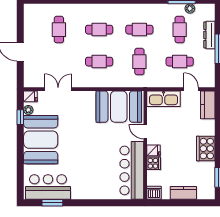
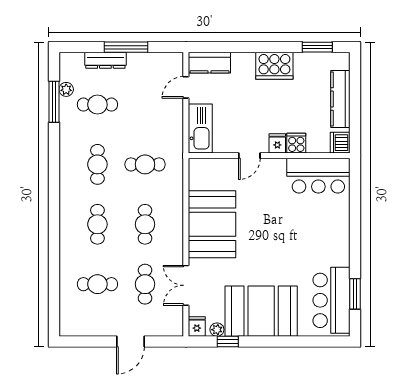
cafe table: (180, 62) -> (145, 284), moved
booth: (119, 107) -> (212, 224), moved
bar counter: (132, 170) -> (318, 176), width x0.73
kitchen counter: (183, 193) -> (340, 99), width x1.50

